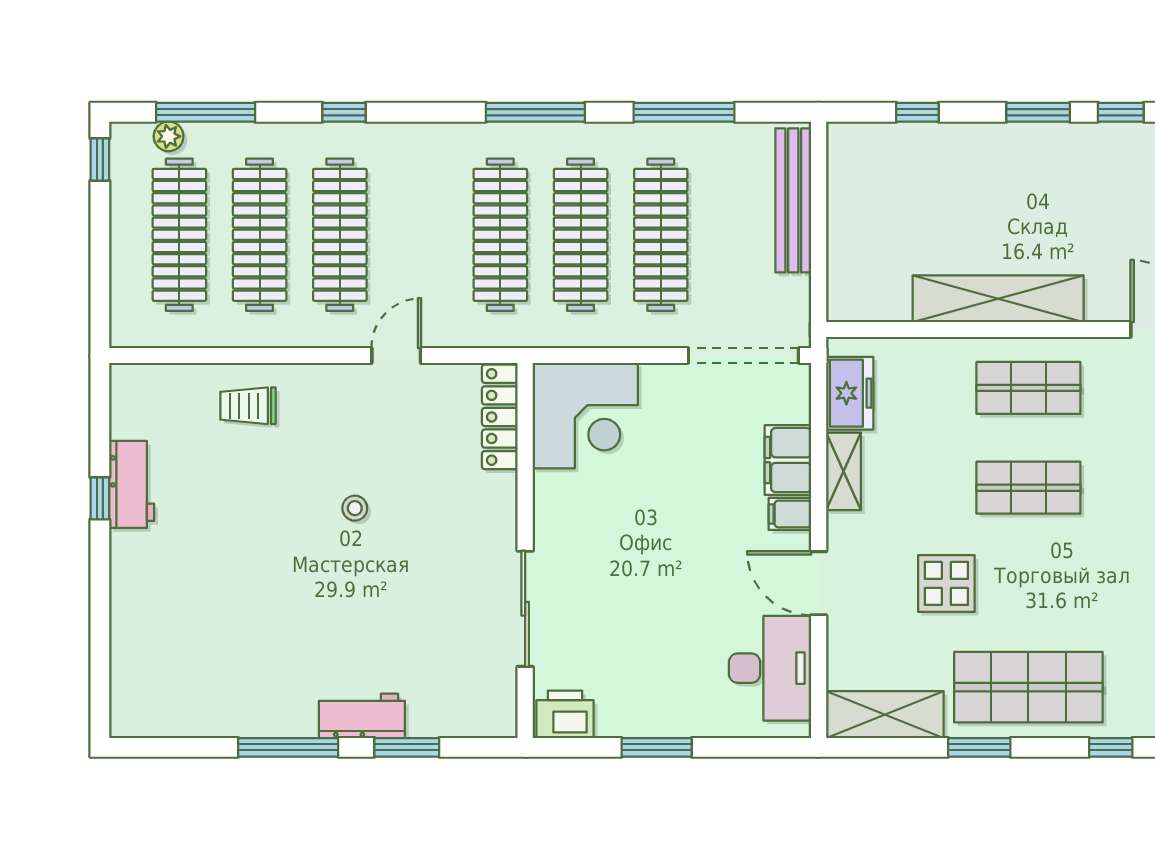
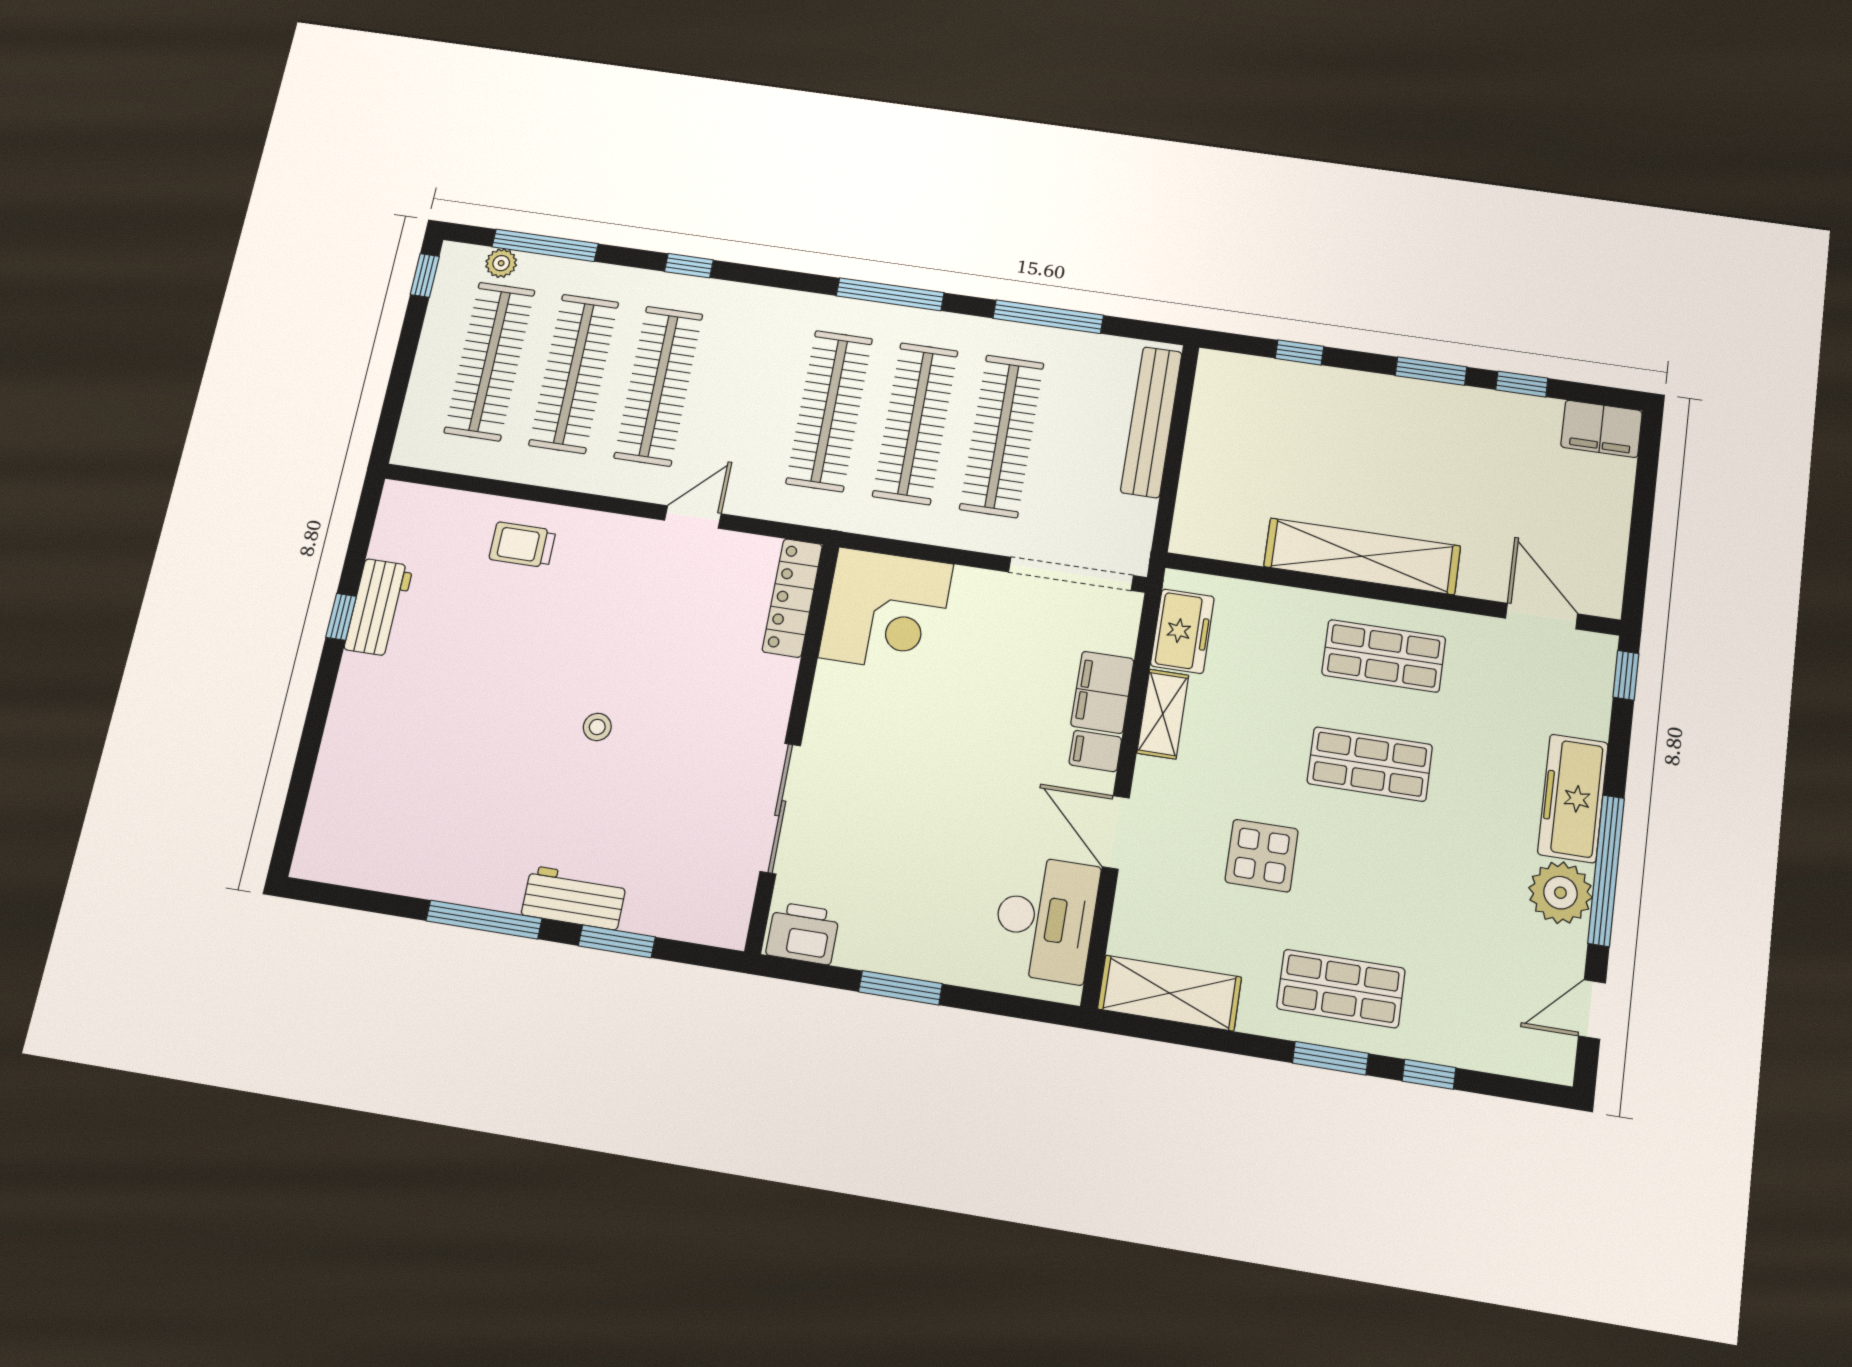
stool: (355, 508) -> (597, 727), moved
shop shelf: (1028, 687) -> (1341, 989), width x0.70, depth x0.74
window: (979, 747) -> (1330, 1058), moved

